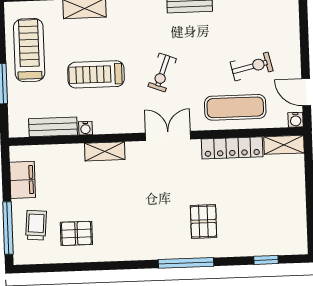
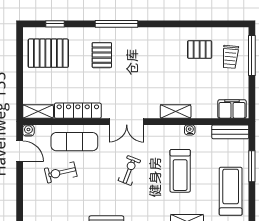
treadmill: (29, 50) -> (231, 191), turned 180
treadmill: (96, 74) -> (180, 171), turned 90
bench: (53, 127) -> (230, 132), moved
filing cabinet: (23, 180) -> (232, 109), moved, turned 90
pallet: (274, 221) -> (48, 53), added

